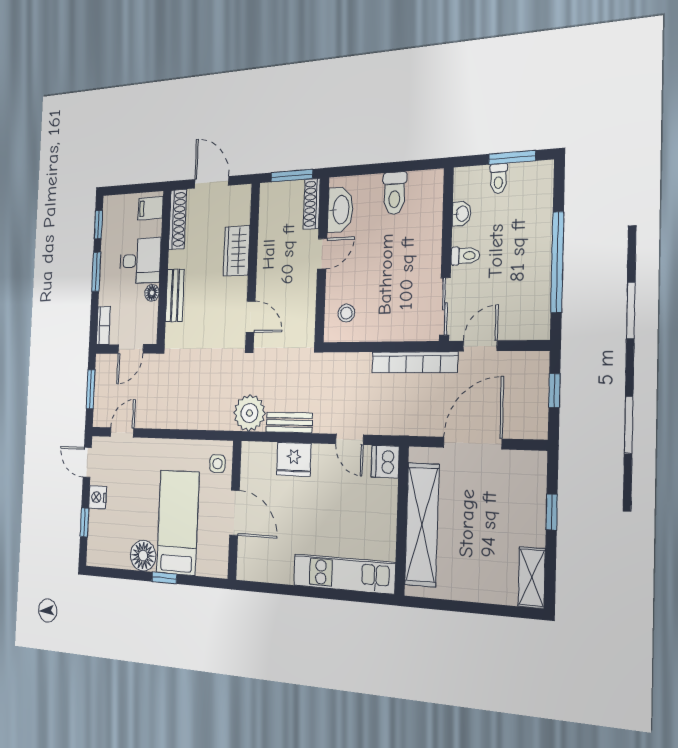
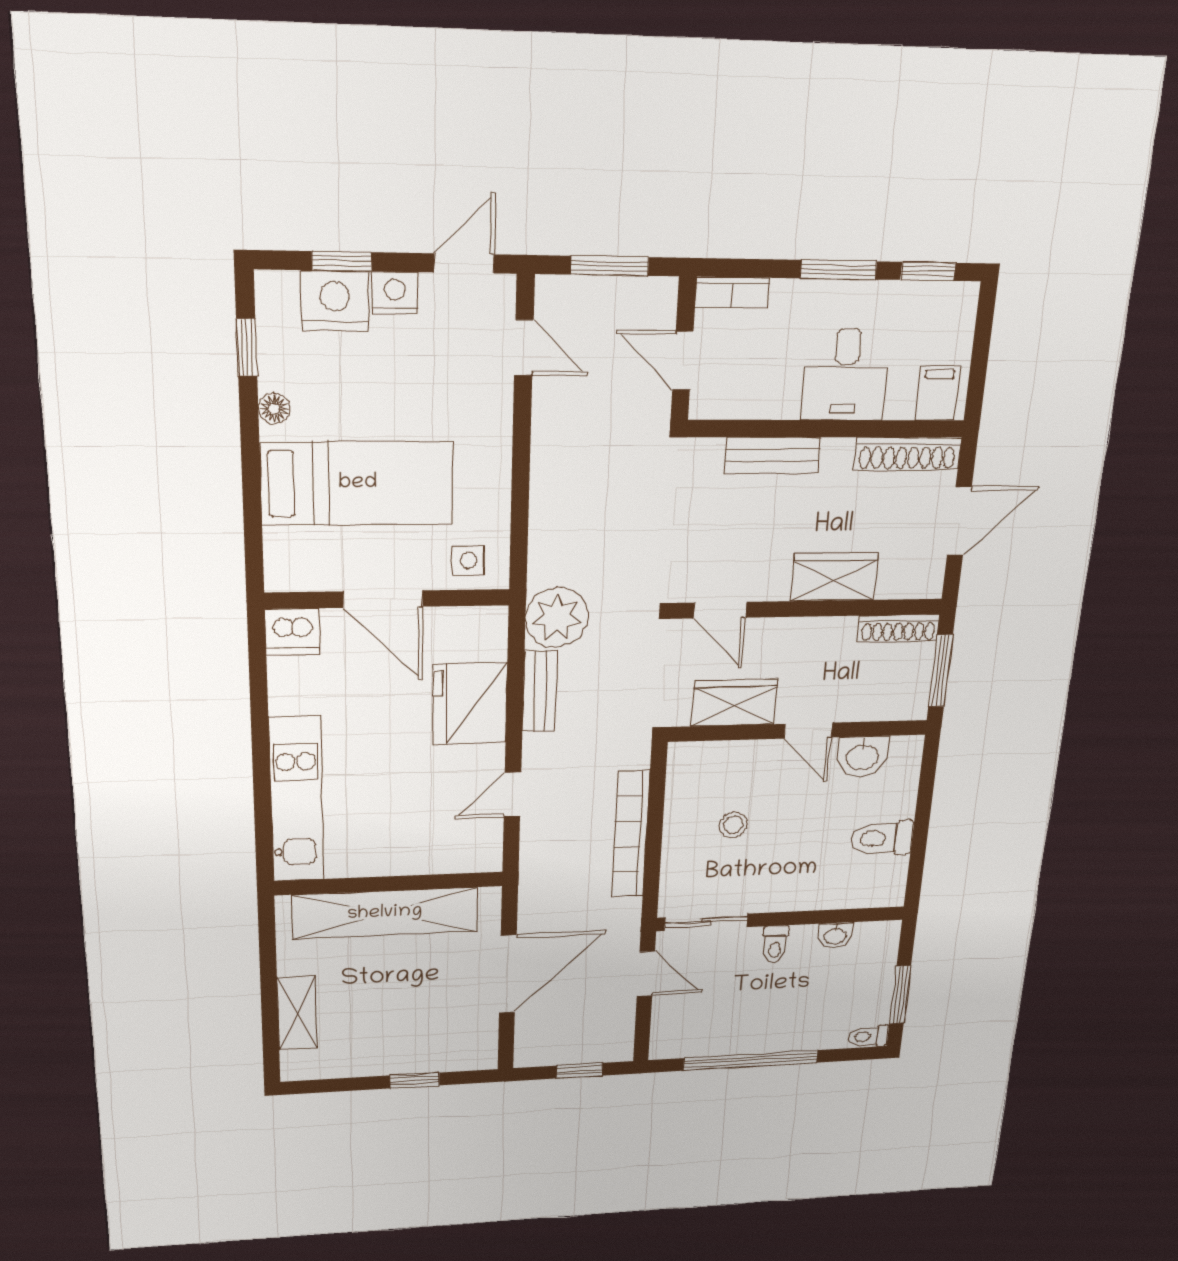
toilet: (498, 179) -> (868, 1036), moved
shoe rack: (312, 204) -> (899, 628), moved, turned 180
washbasin: (340, 210) -> (862, 756), width x0.72
floor lamp: (152, 293) -> (783, 404), removed
wardrobe: (303, 303) -> (734, 703), added
stool: (346, 313) -> (733, 825), moved
door: (251, 317) -> (720, 610), hinge flipped
bookcase: (414, 362) -> (631, 834), moved
door: (473, 443) -> (508, 974), hinge flipped
fridge: (294, 459) -> (470, 704), width x1.36, depth x1.34
dishwasher: (385, 462) -> (292, 632), moved, turned 180
door: (235, 513) -> (383, 599), hinge flipped
nightstand: (100, 527) -> (335, 301), added
floor lamp: (143, 556) -> (274, 409), width x0.53, depth x0.53
window: (164, 578) -> (247, 347), moved
shelving: (532, 578) -> (297, 1013), moved, turned 90

